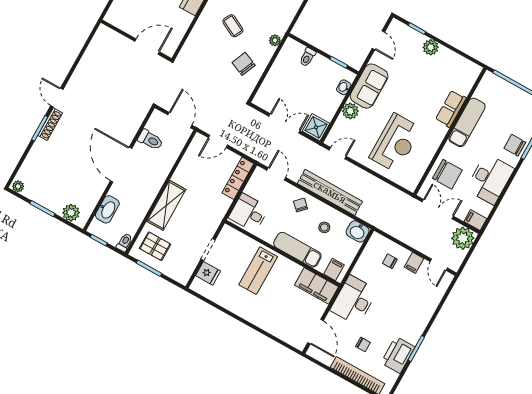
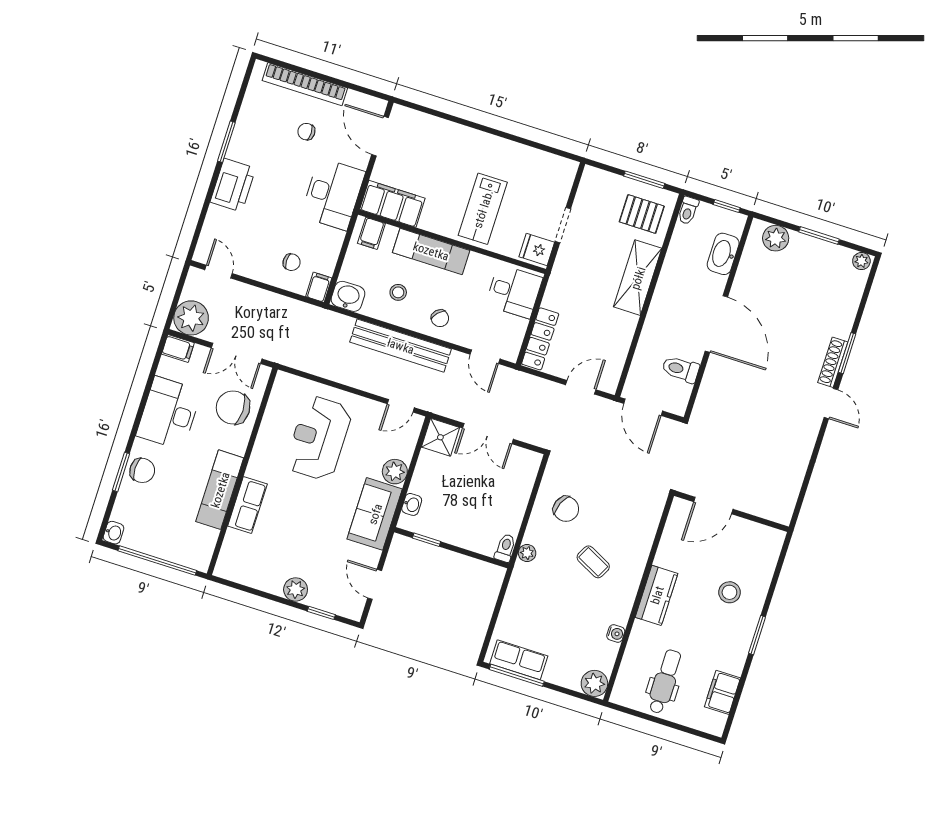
toilet: (307, 57) -> (505, 548), moved
filing cabinet: (414, 263) -> (319, 287), moved
lab bench: (258, 271) -> (483, 209), turned 180
fridge: (208, 273) -> (537, 249), moved
printer: (398, 355) -> (233, 185), moved

